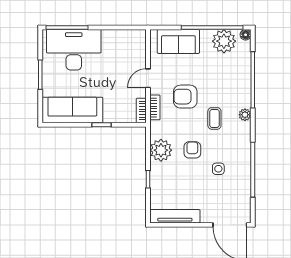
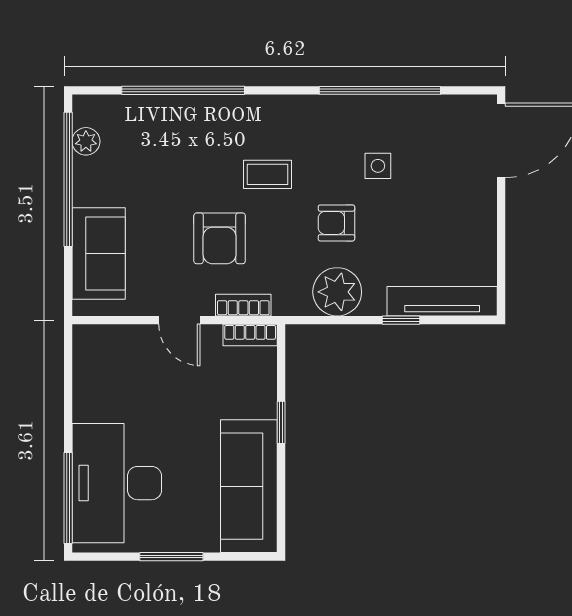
floor lamp: (246, 35) -> (84, 106), removed
plant: (224, 41) -> (86, 141), width x0.53, depth x0.53
plant: (245, 115) -> (259, 108), removed
tv unit: (175, 216) -> (442, 301), moved, turned 90

